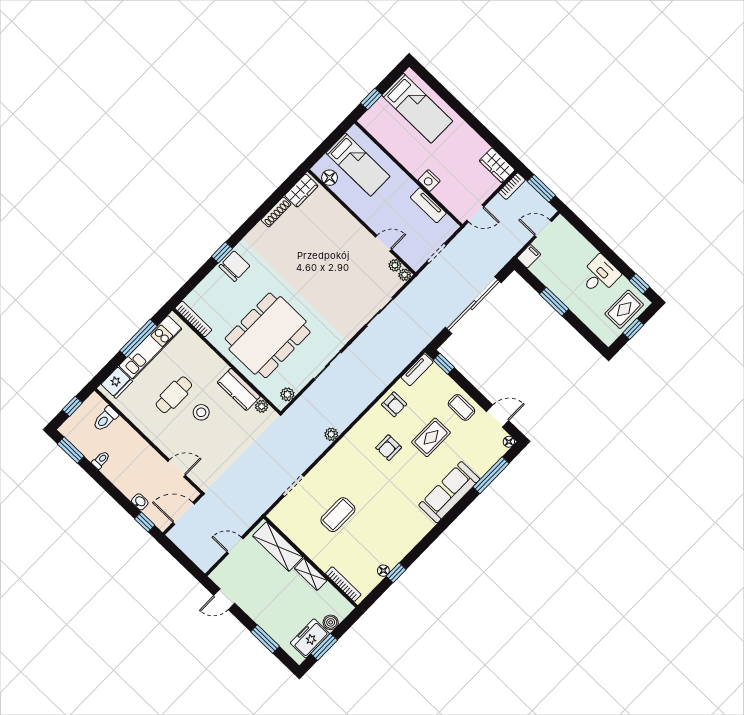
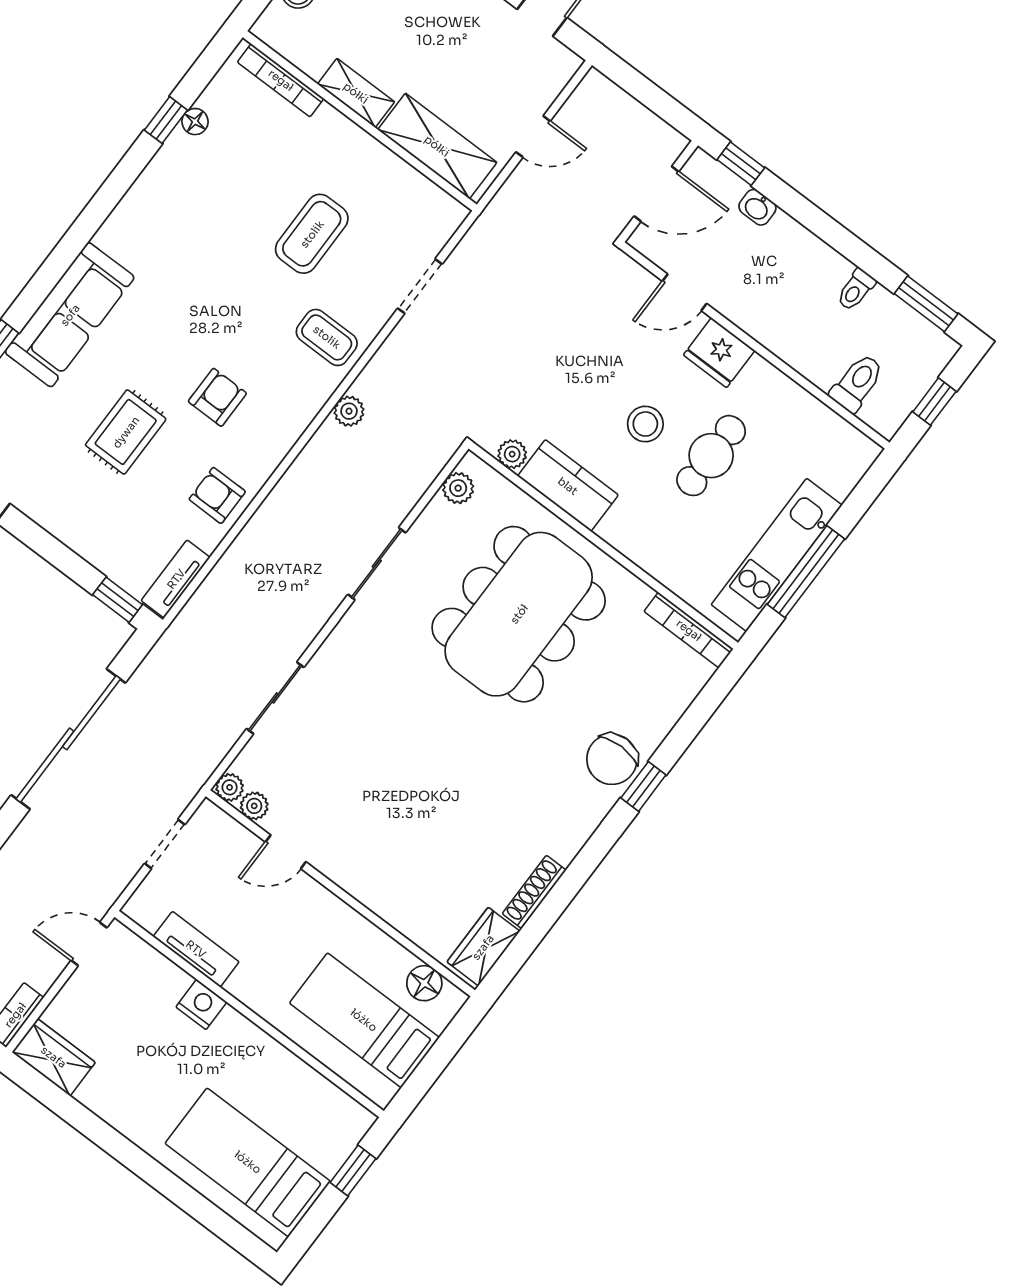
fridge: (117, 383) -> (719, 353), moved, turned -90
coffee table: (461, 407) -> (327, 337), moved

